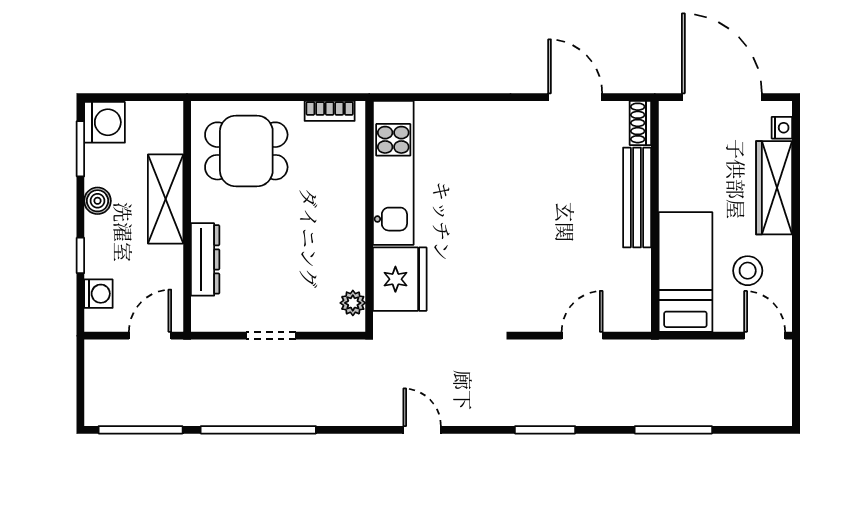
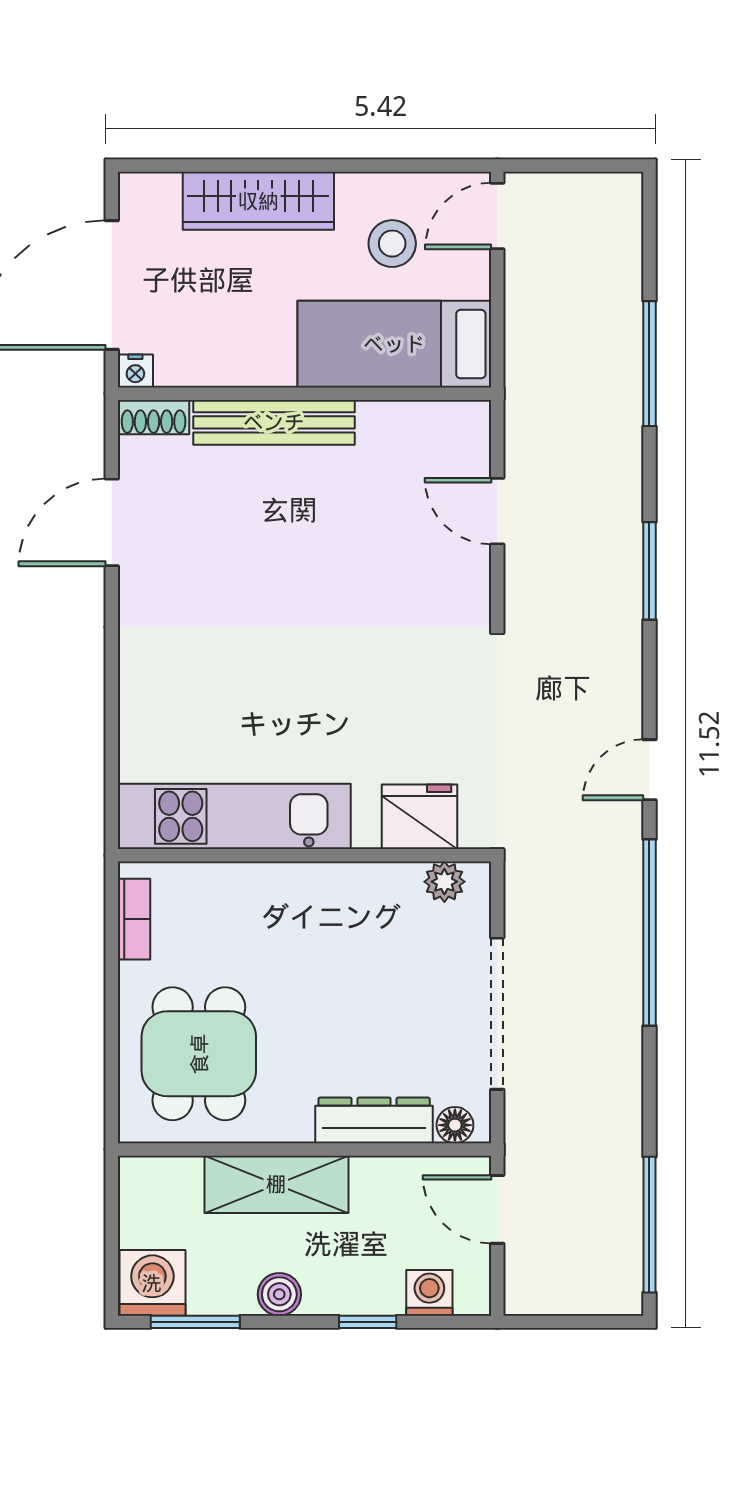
nightstand: (782, 128) -> (135, 371), moved, turned 180
fridge: (400, 279) -> (420, 817), width x0.73, depth x0.75
floor lamp: (202, 309) -> (455, 1125), added
doorway: (271, 336) -> (497, 1014), width x1.88
window: (258, 430) -> (649, 933), moved

